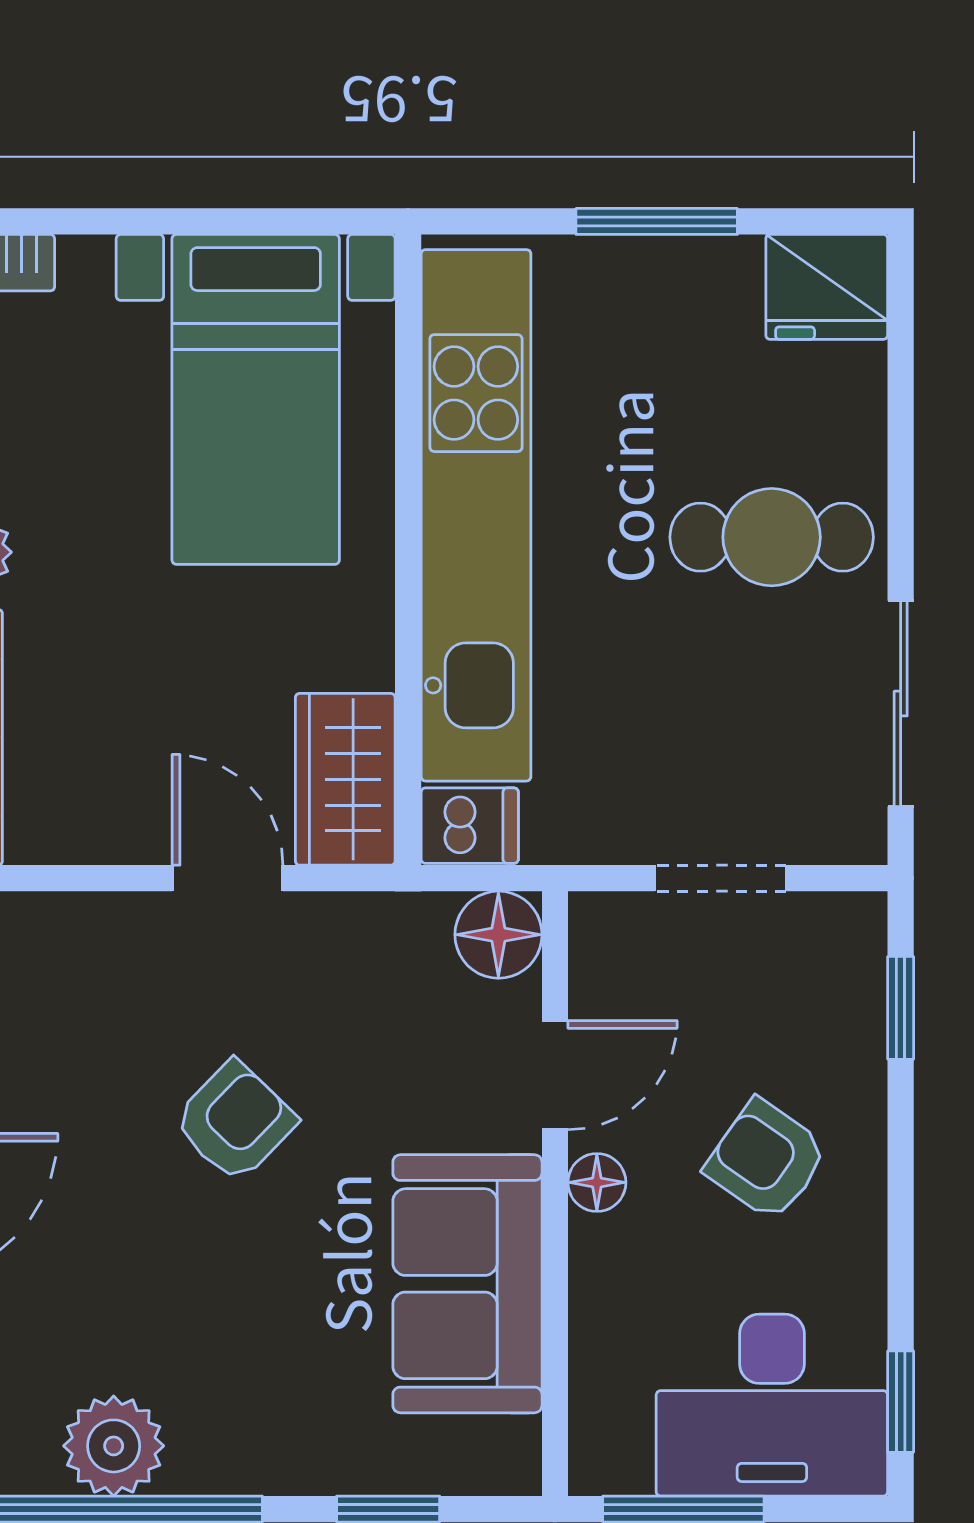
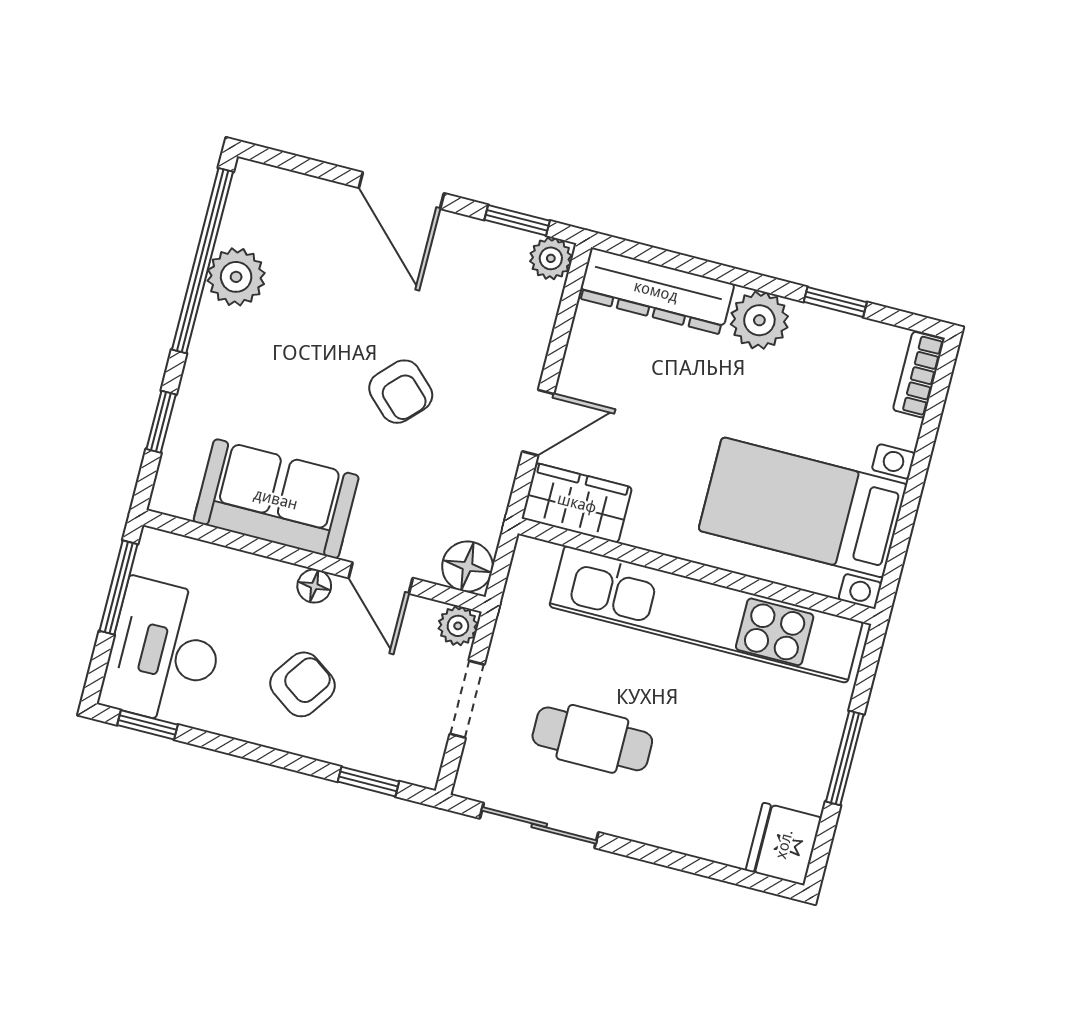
cafe table: (772, 537) -> (592, 739), moved, turned 90
dishwasher: (470, 826) -> (533, 566), removed
plant: (602, 925) -> (458, 626), added

